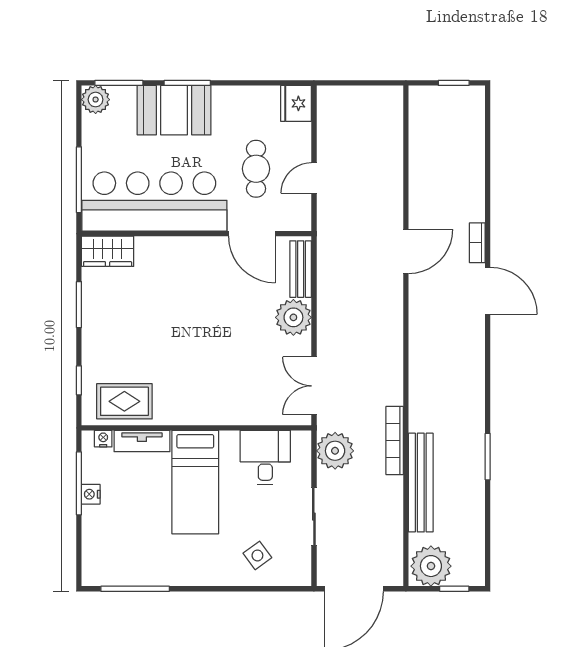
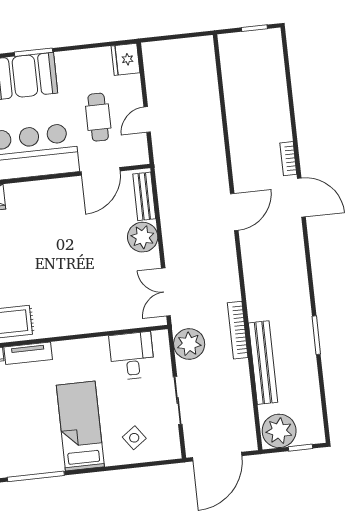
door: (252, 234) -> (101, 171), hinge flipped
door: (406, 251) -> (234, 212), moved
bed: (195, 482) -> (80, 426), moved, turned 180

